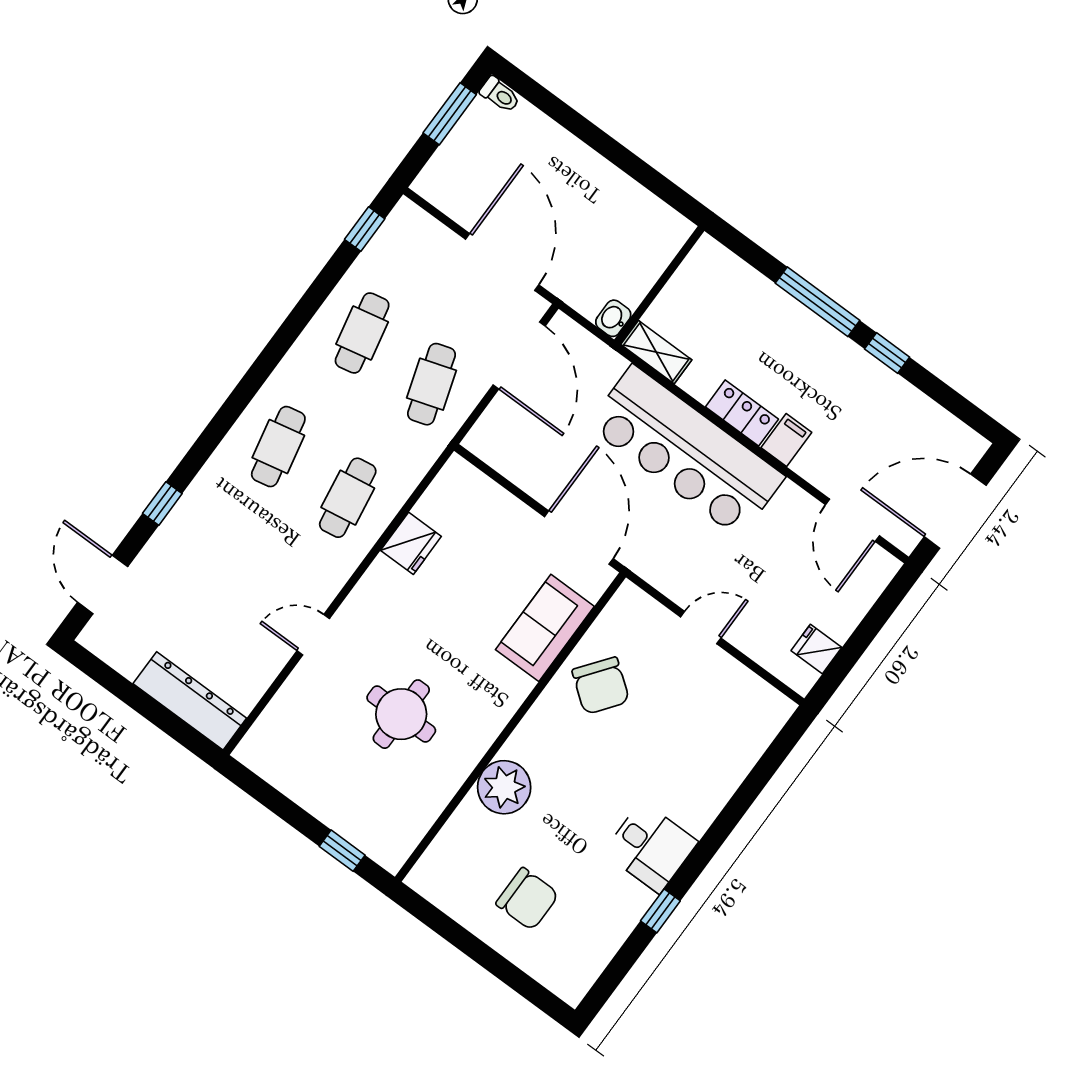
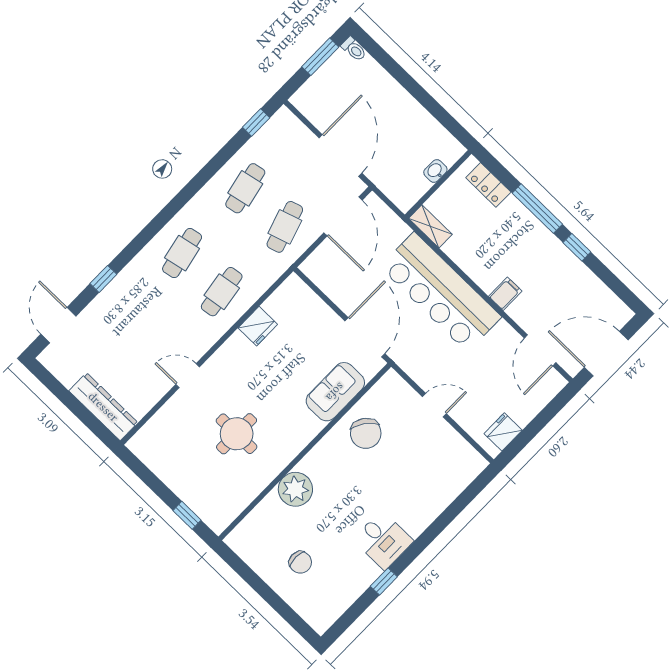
washbasin: (613, 318) -> (435, 171), moved
locker: (742, 413) -> (488, 185), moved, turned 180
fridge: (816, 649) -> (503, 432), width x1.38
chair: (527, 899) -> (300, 562), width x0.73, depth x0.73

